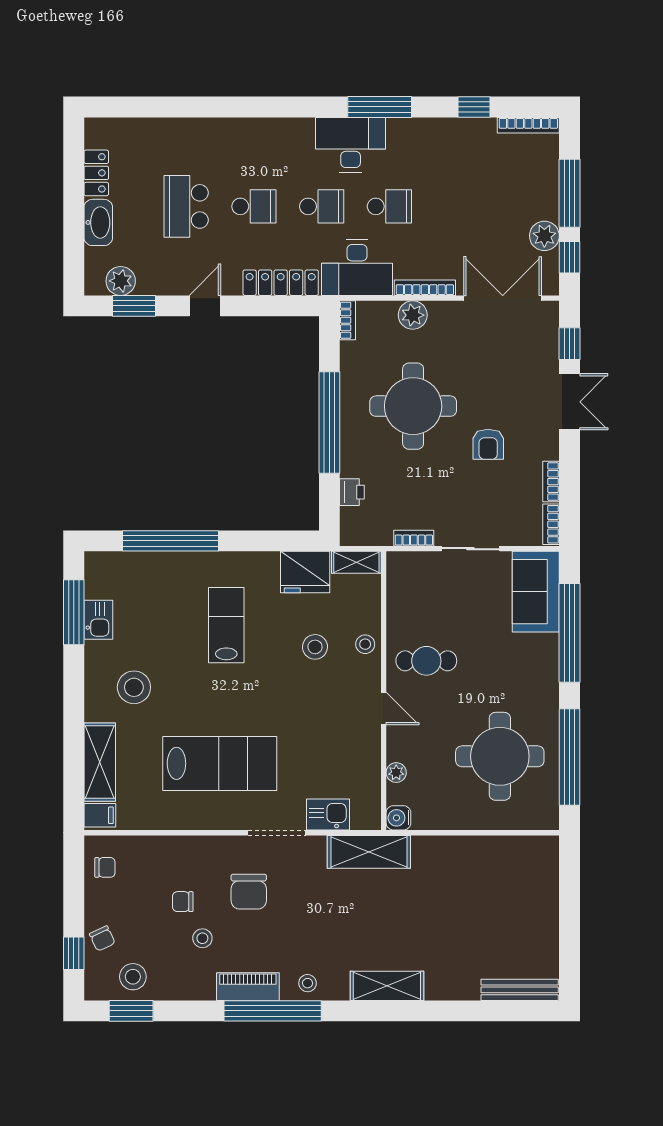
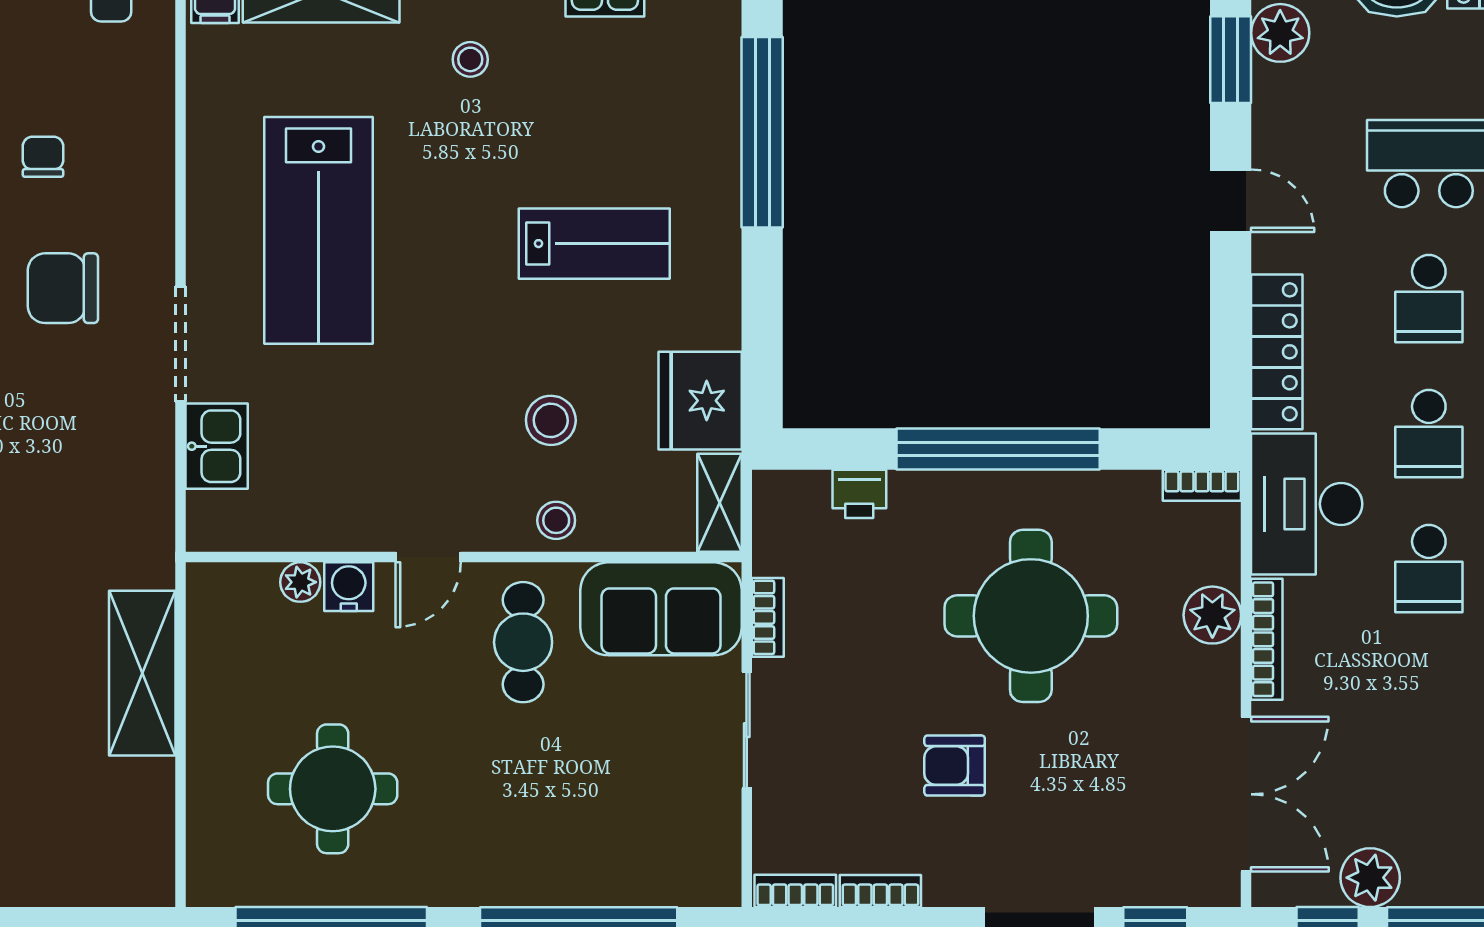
sofa: (536, 592) -> (661, 609), moved, turned 180
stool: (134, 687) -> (470, 59), width x0.53, depth x0.53
round table: (500, 756) -> (333, 789), width x0.73, depth x0.73
water cooler: (398, 818) -> (349, 587), moved
shelving: (369, 852) -> (142, 673), moved

